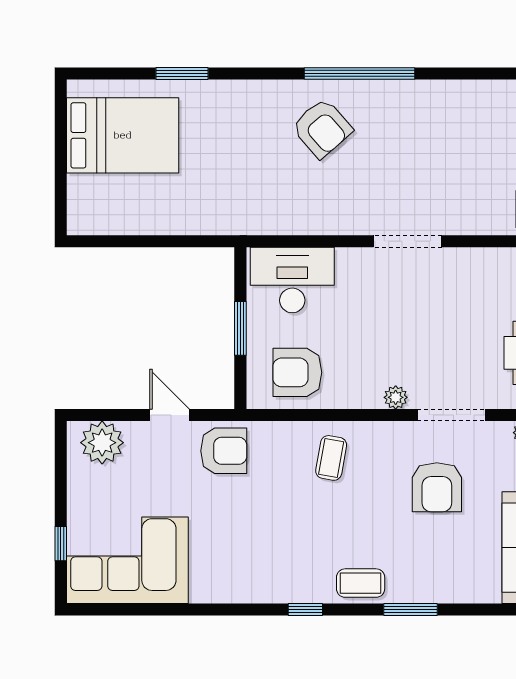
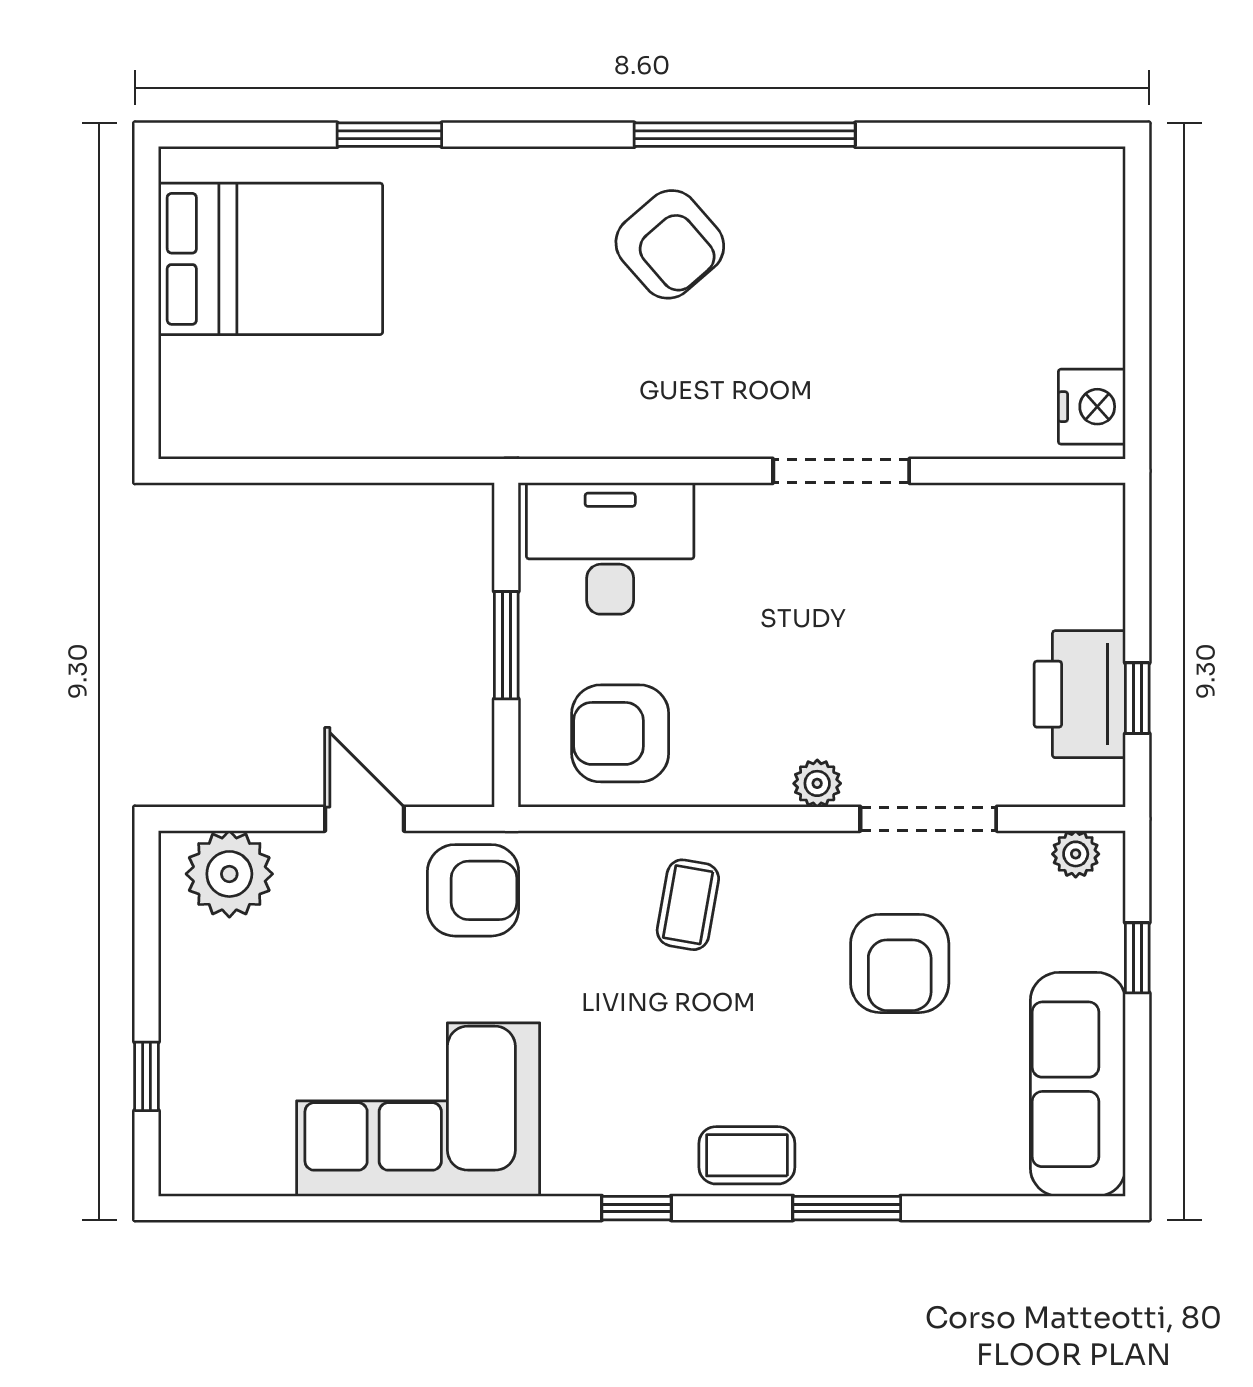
corner sofa: (127, 560) -> (418, 1110), moved

